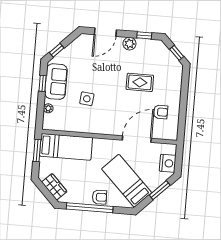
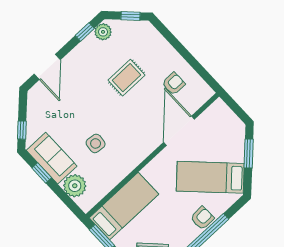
plant: (129, 44) -> (103, 32), moved
plant: (48, 108) -> (75, 186), width x1.88, depth x1.88
nightstand: (168, 163) -> (230, 122), removed

